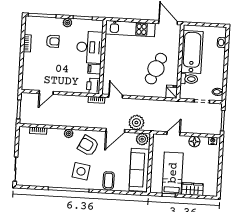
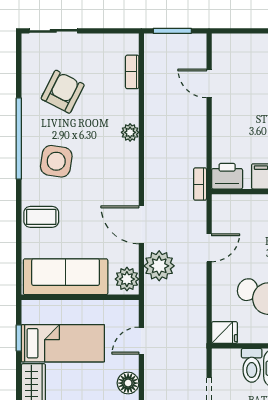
door: (116, 96) -> (209, 248), moved
door: (173, 134) -> (141, 341), swing flipped
armchair: (88, 146) -> (63, 92), moved

